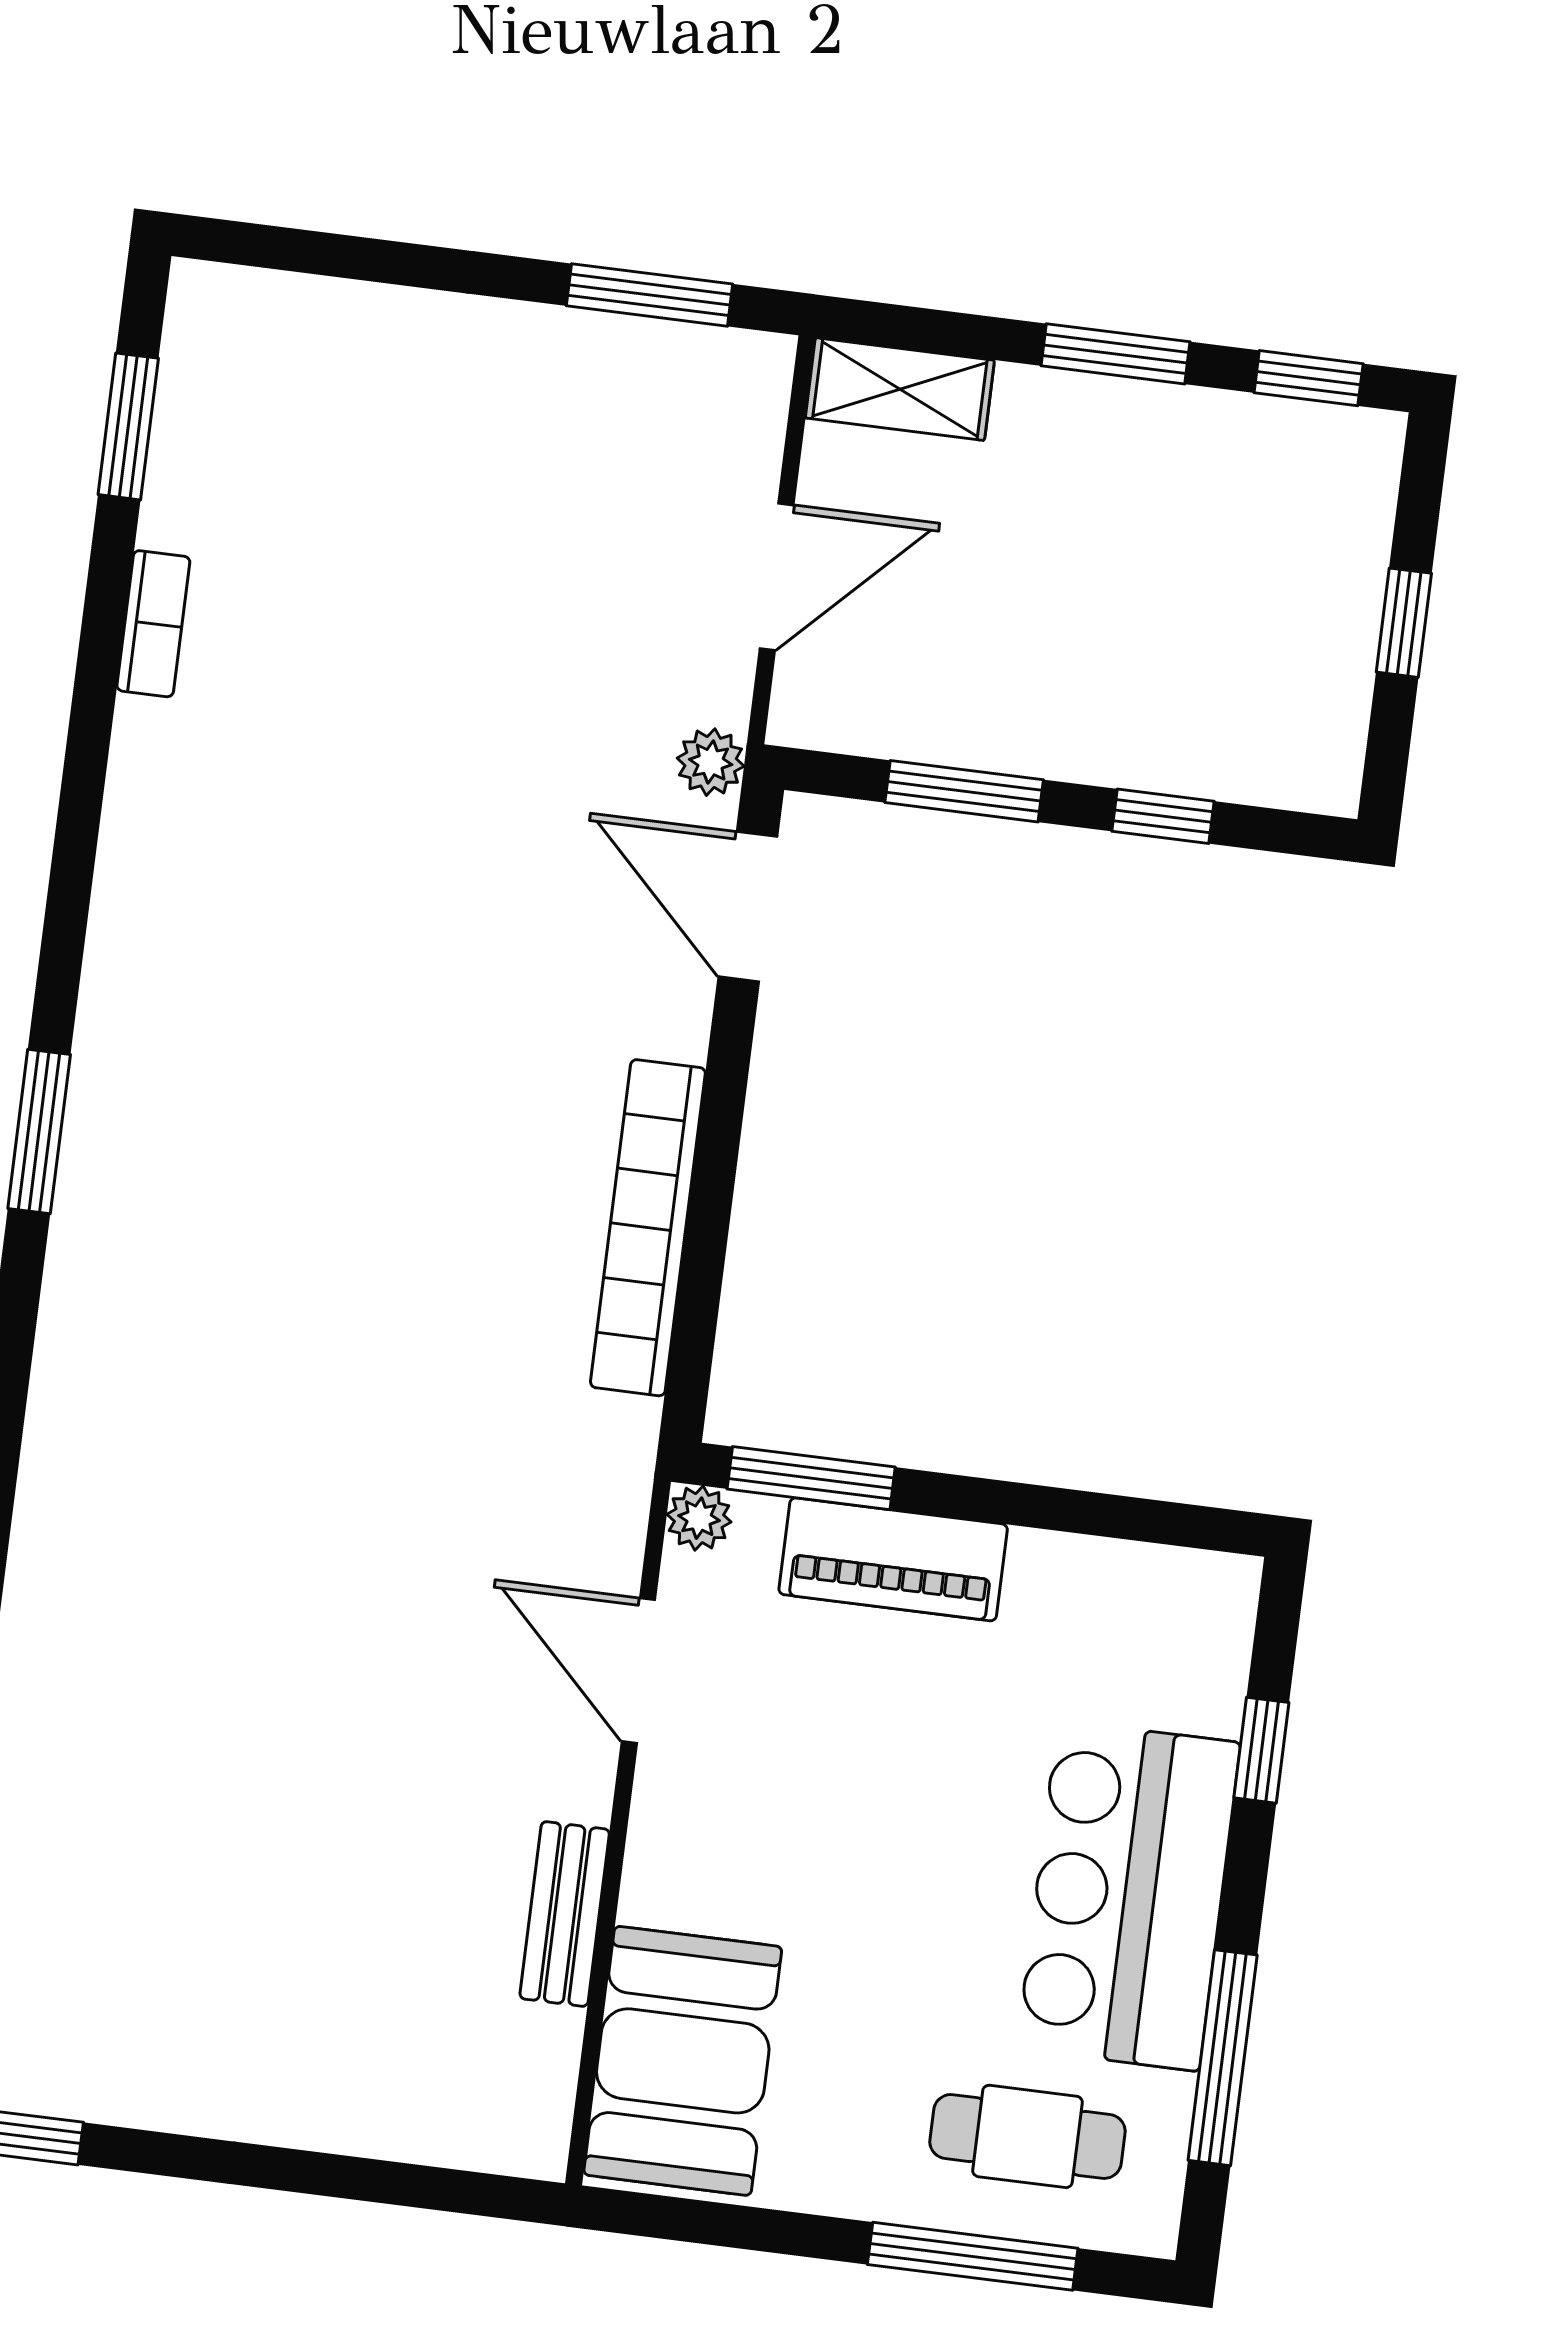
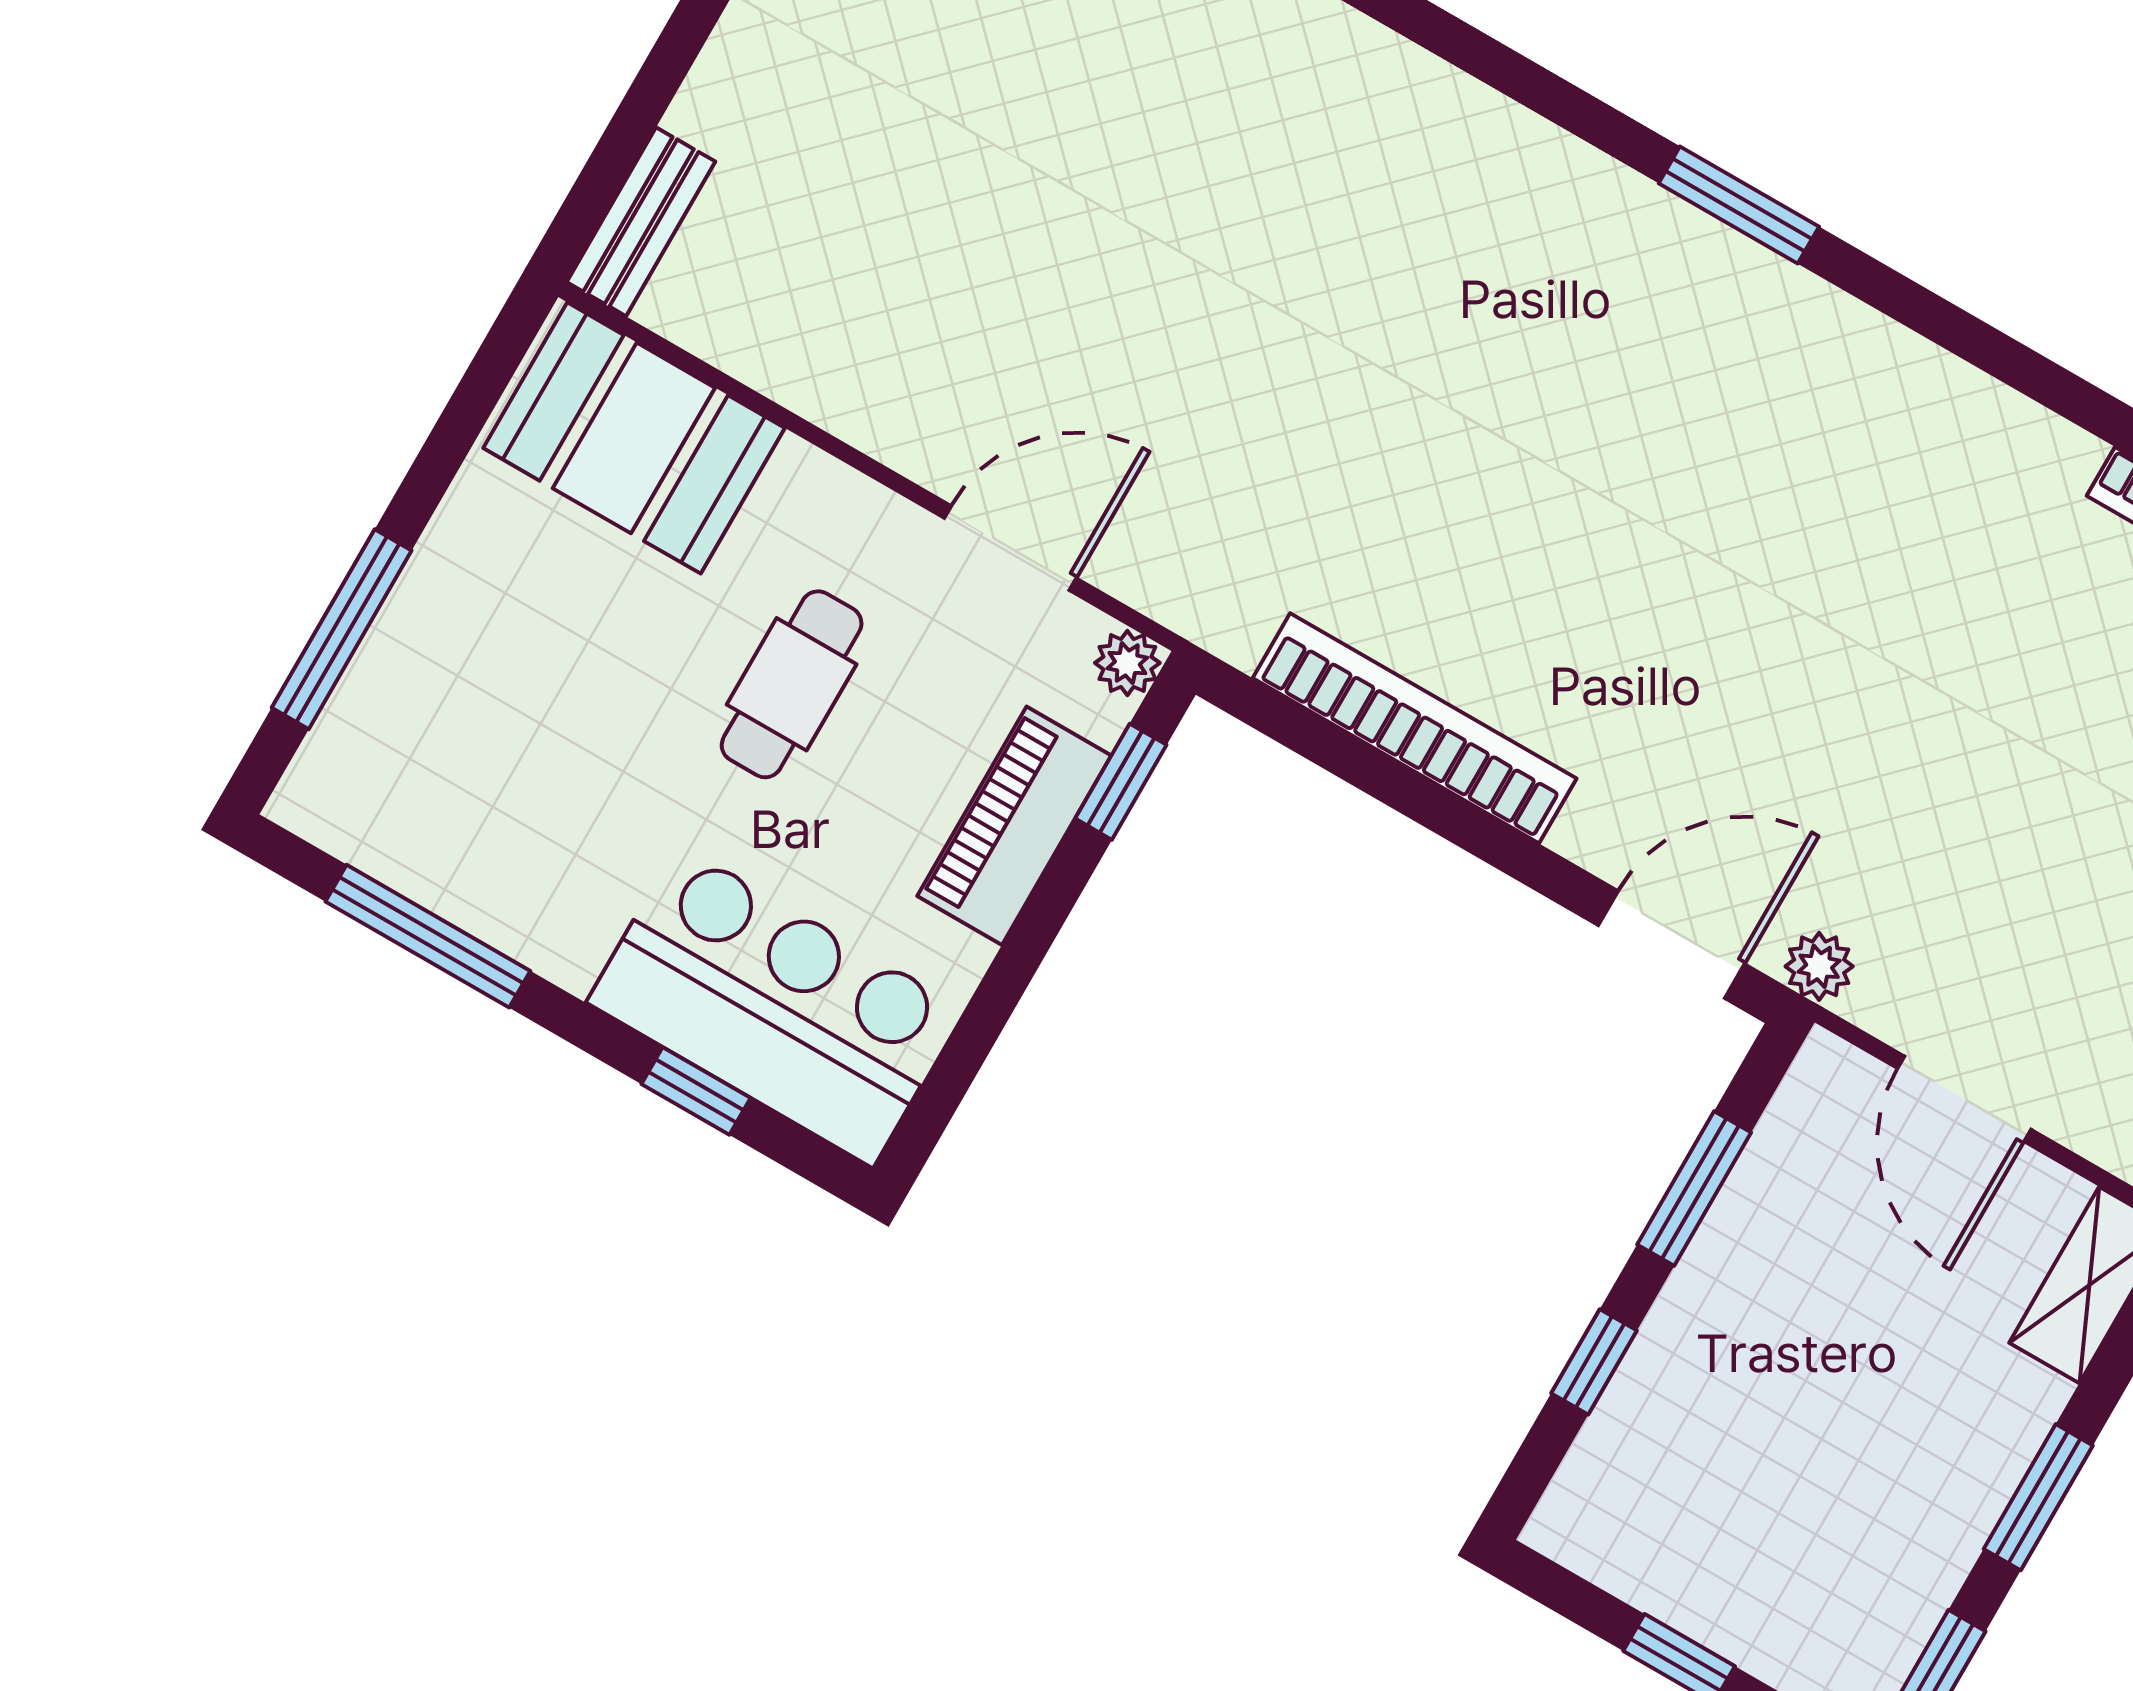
window: (811, 1478) -> (1121, 782), width x0.67
bar counter: (1129, 1896) -> (775, 1006), moved
bench: (565, 1914) -> (641, 222), moved, turned 90
cafe table: (1027, 2136) -> (792, 684), moved

